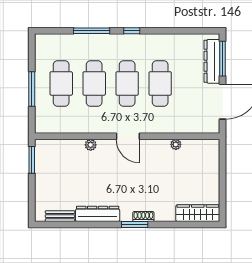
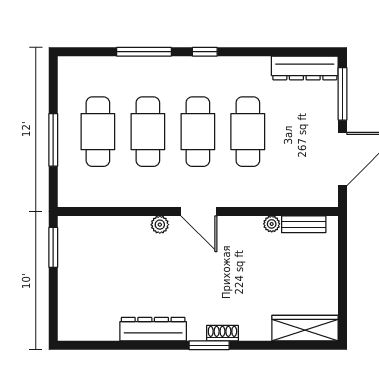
dresser: (212, 61) -> (305, 68), moved, turned -90
plant: (91, 145) -> (160, 225), moved
bench: (60, 216) -> (304, 224), moved

